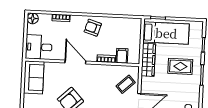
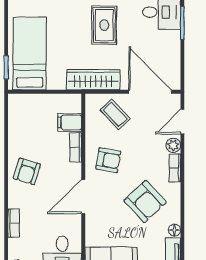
wardrobe: (148, 60) -> (93, 80), moved
rug: (180, 66) -> (104, 25), moved
armchair: (97, 79) -> (108, 160), added

